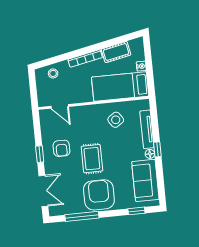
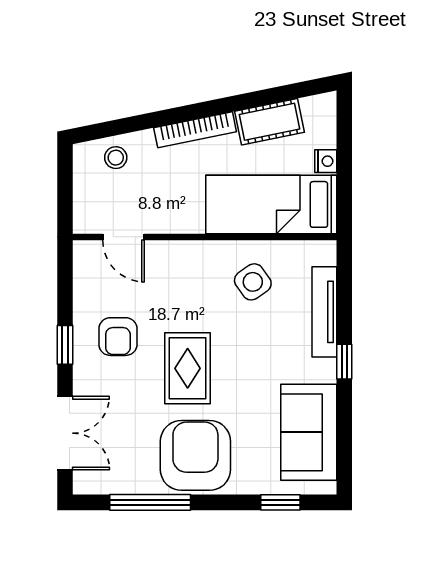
floor lamp: (150, 154) -> (326, 371), removed

